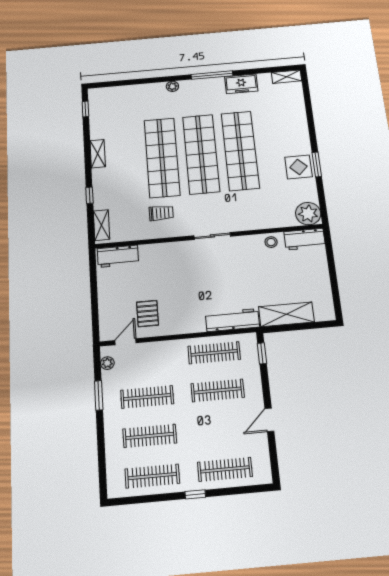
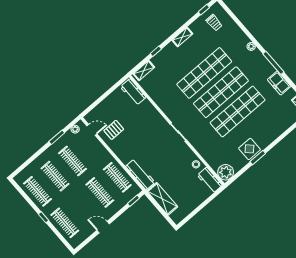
trolley: (161, 213) -> (214, 23), moved

